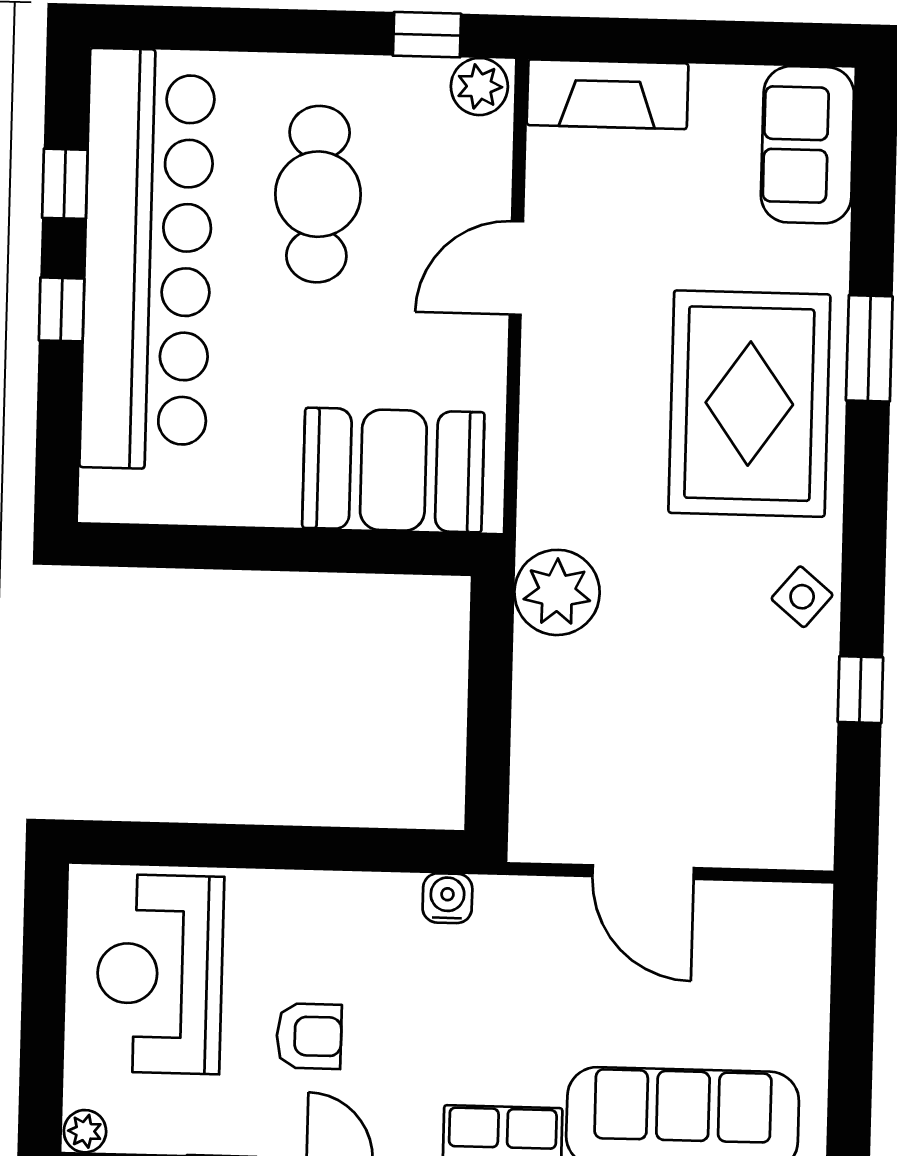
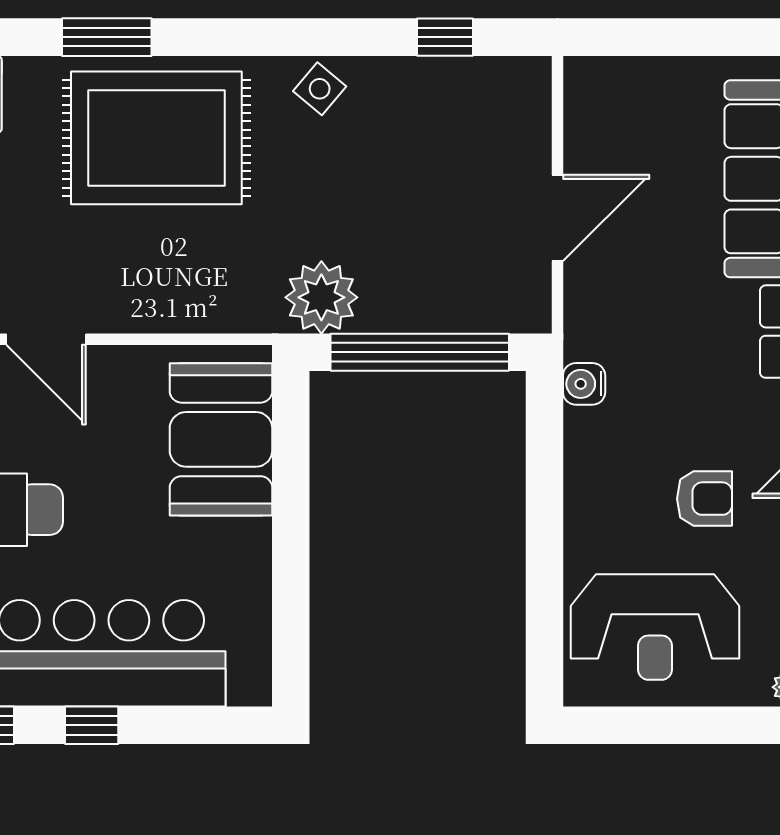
window: (860, 690) -> (445, 37), moved
window: (489, 706) -> (420, 352), added
armchair: (309, 1036) -> (705, 499), turned 90

